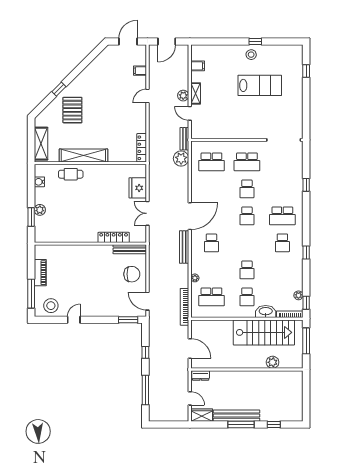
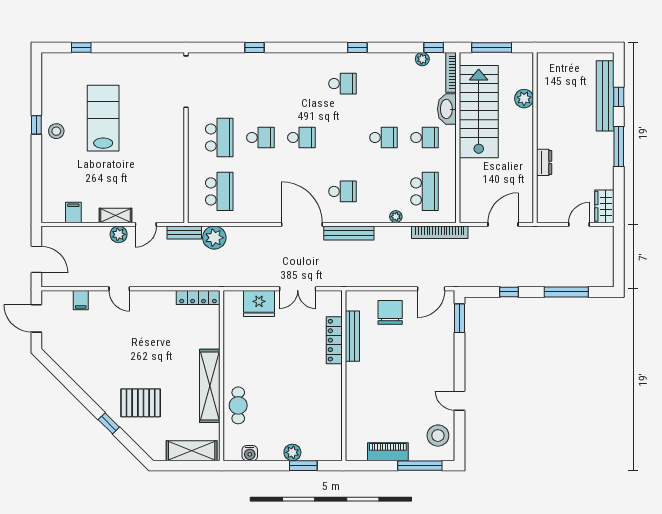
school desk: (282, 216) -> (301, 84), removed
bench: (130, 249) -> (352, 336), moved
dresser: (201, 375) -> (544, 162), moved
bench: (236, 416) -> (605, 96), moved

